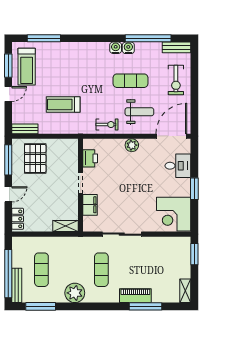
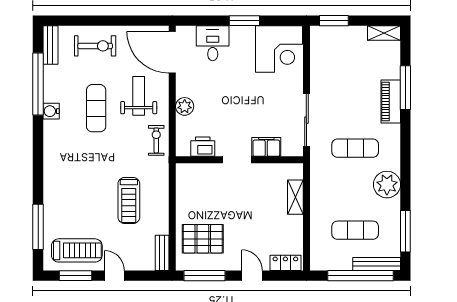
water cooler: (116, 48) -> (51, 129), removed
printer: (90, 158) -> (203, 147), moved
doorway: (81, 183) -> (237, 160), moved
wall: (81, 185) -> (239, 160), moved
filing cabinet: (90, 205) -> (266, 147), moved

